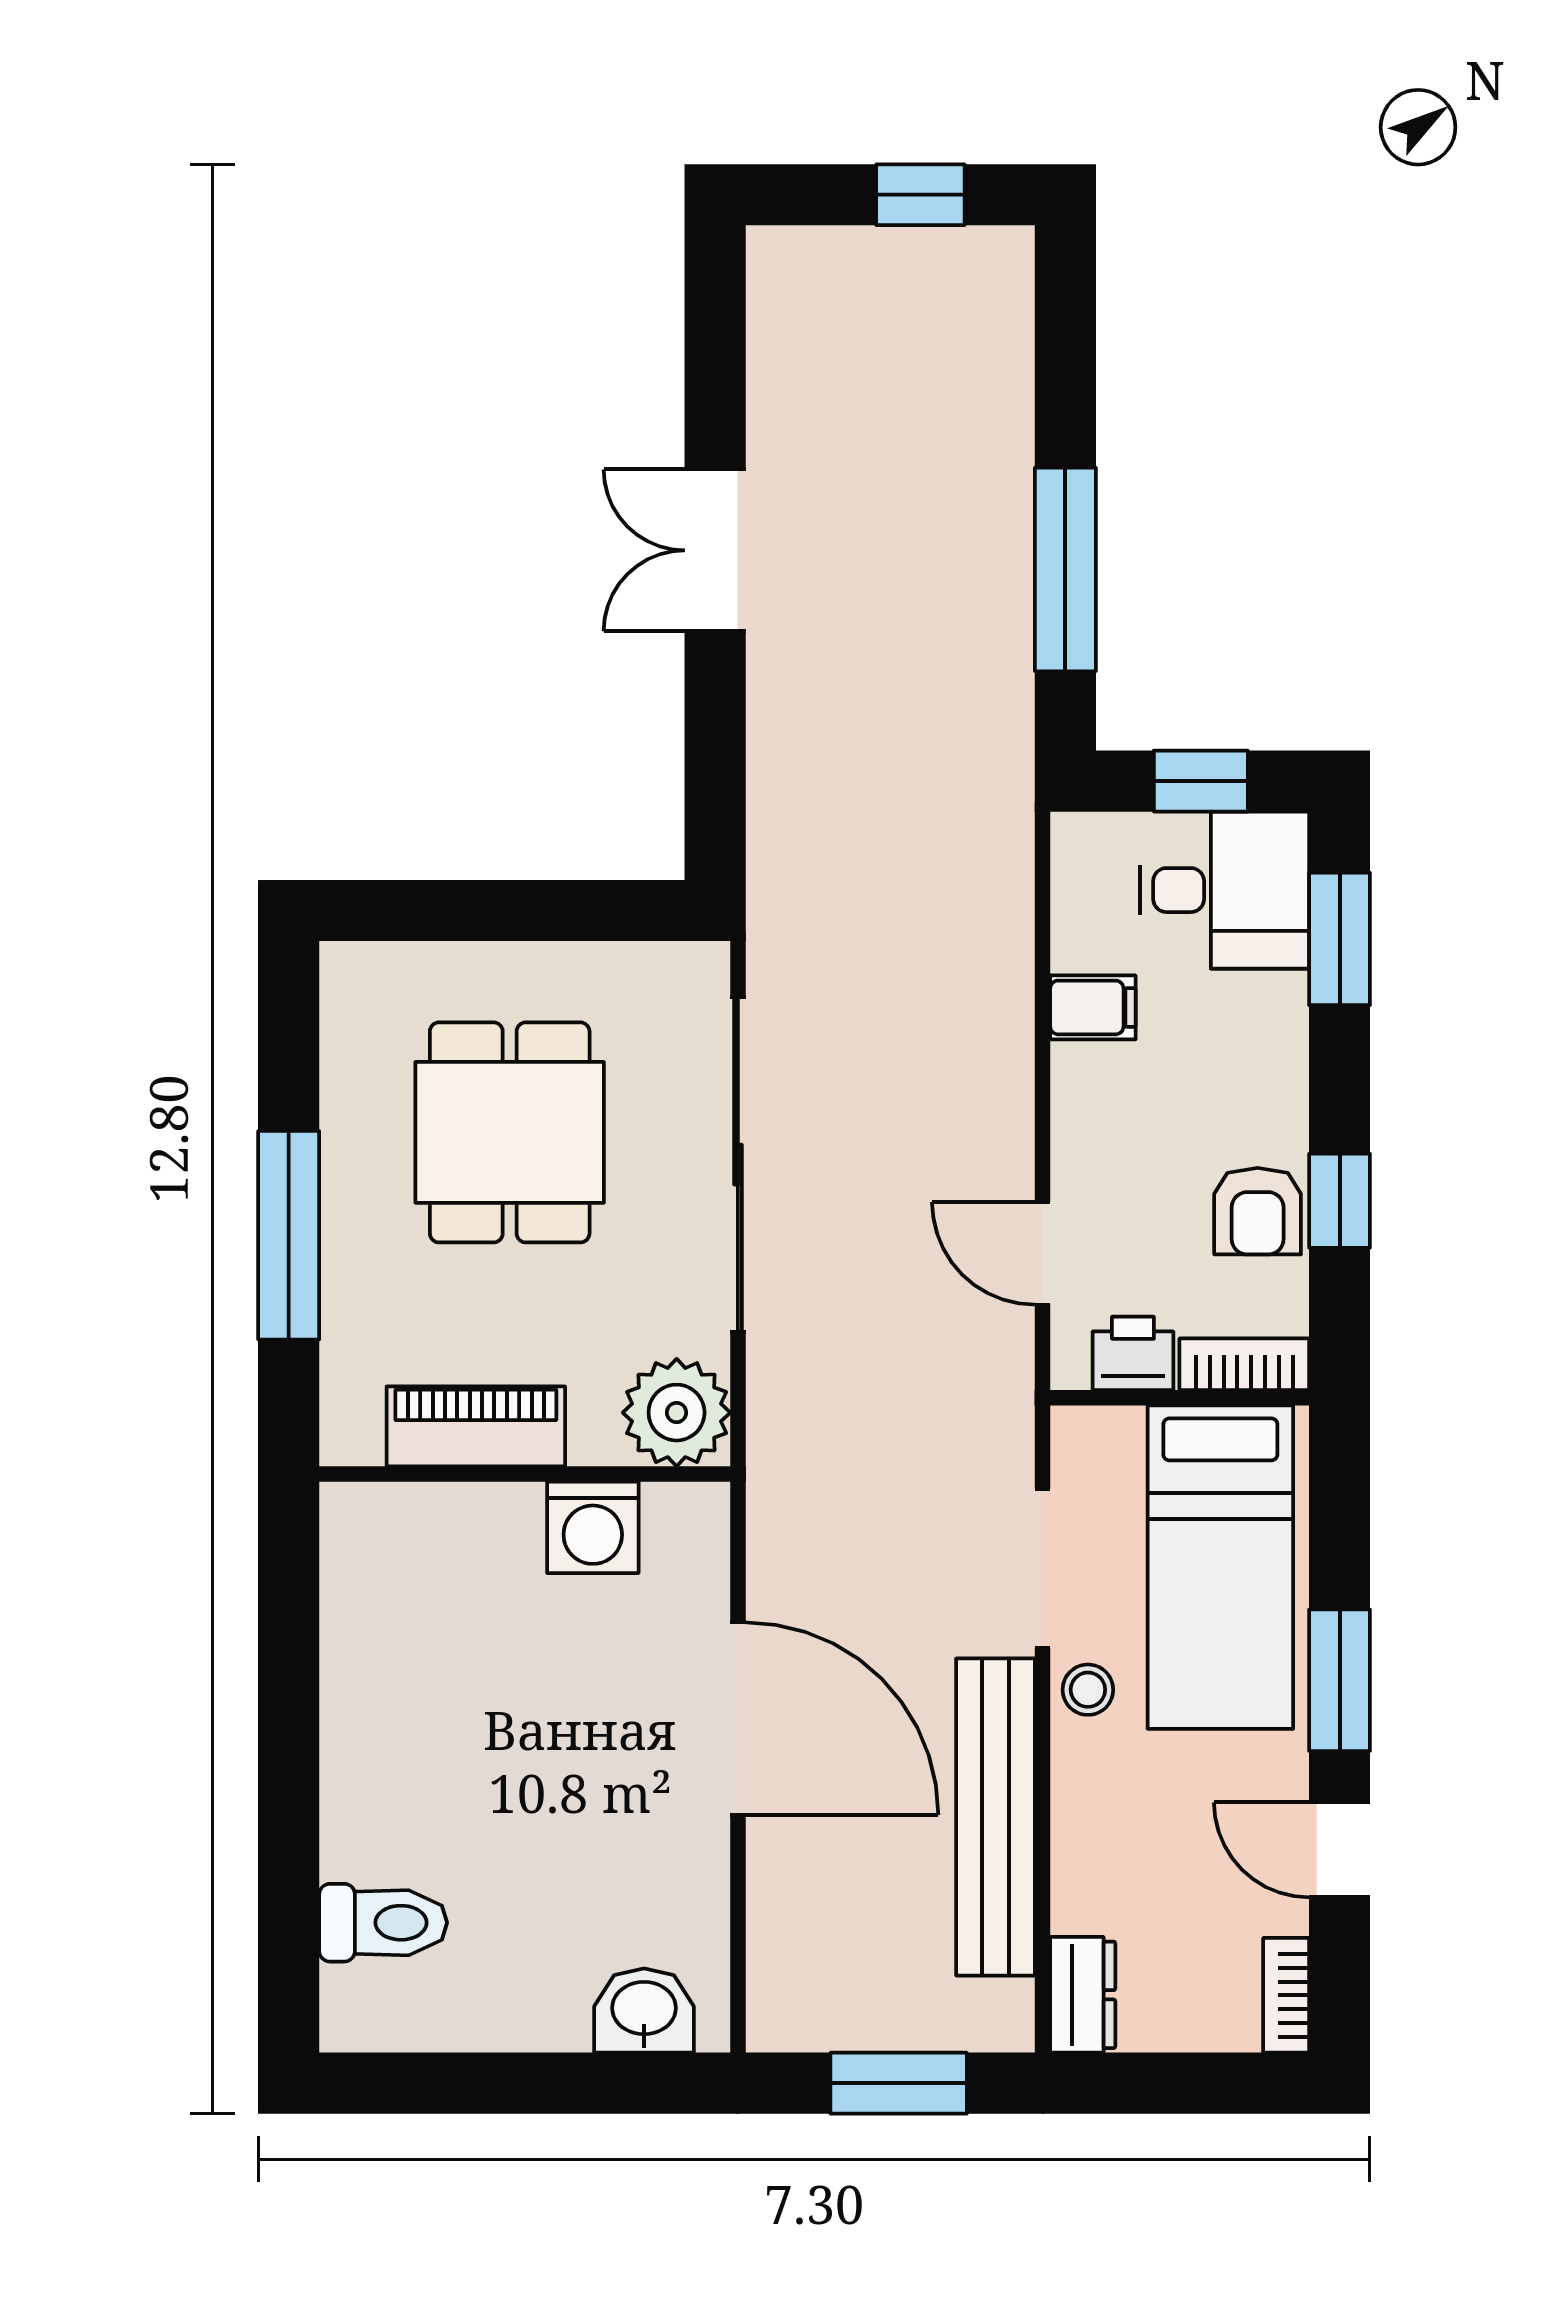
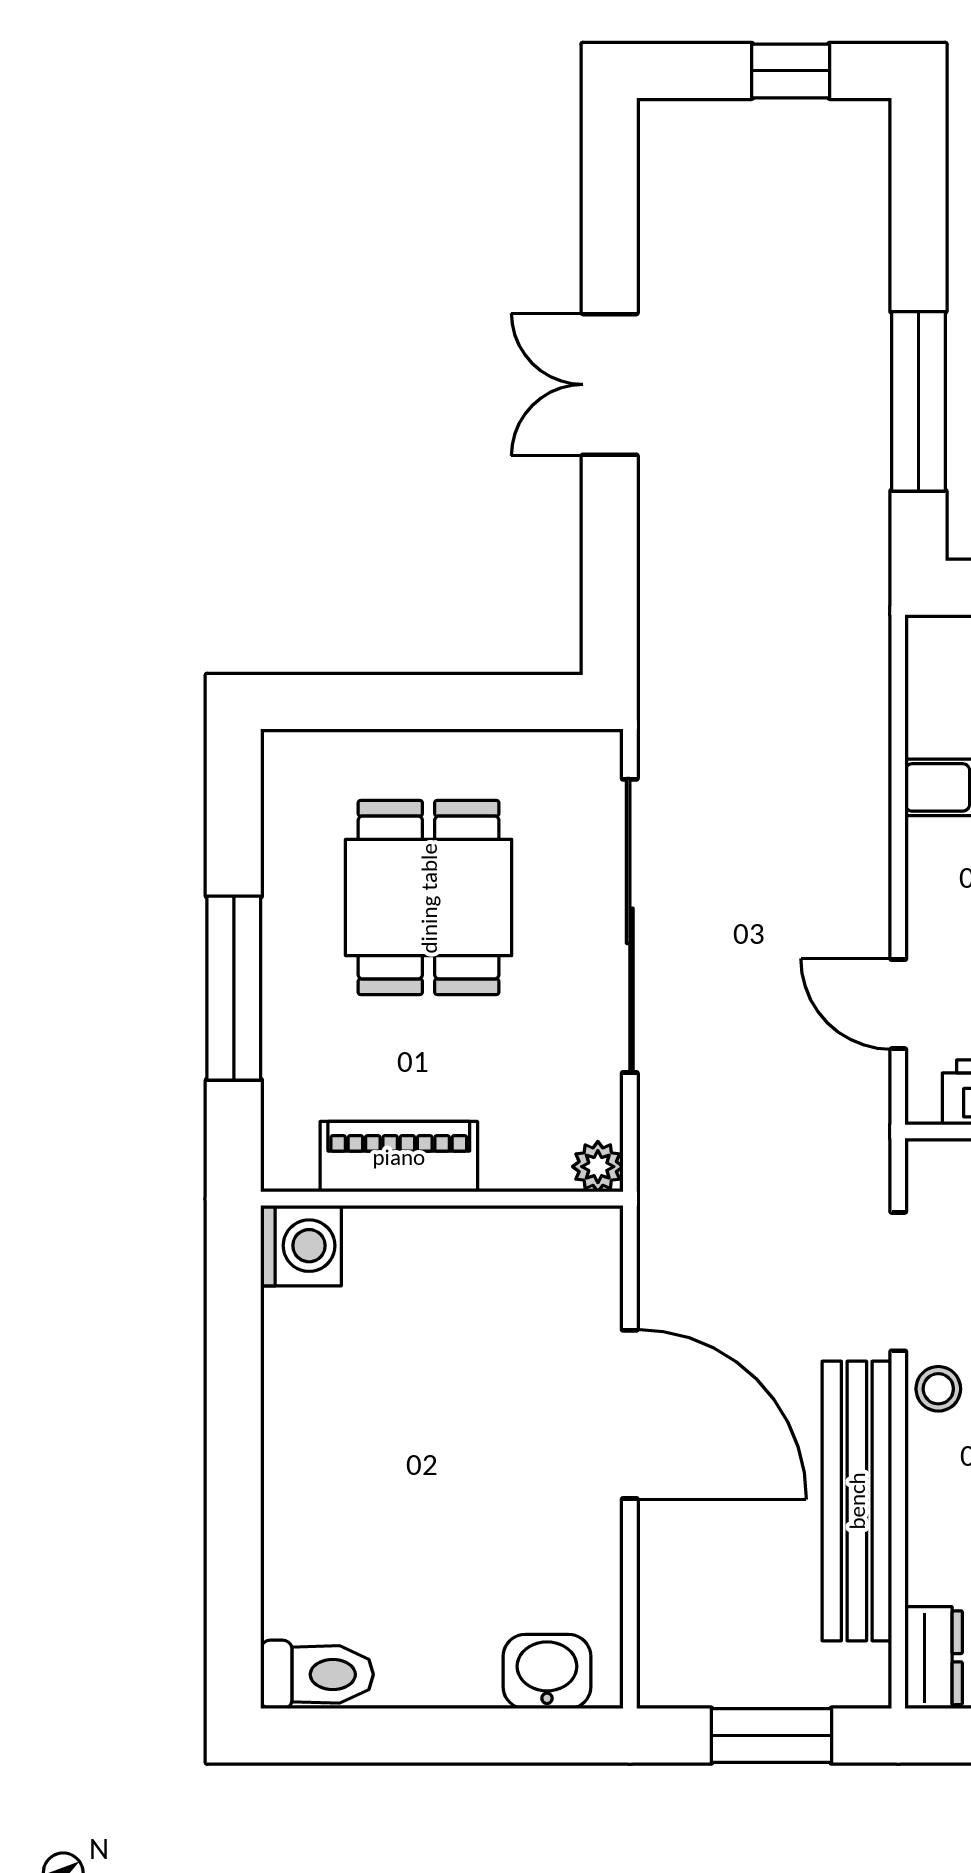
plant: (677, 1413) -> (598, 1167), width x0.53, depth x0.53
washing machine: (593, 1527) -> (301, 1246), moved, turned -90
toilet: (383, 1923) -> (317, 1674), moved

